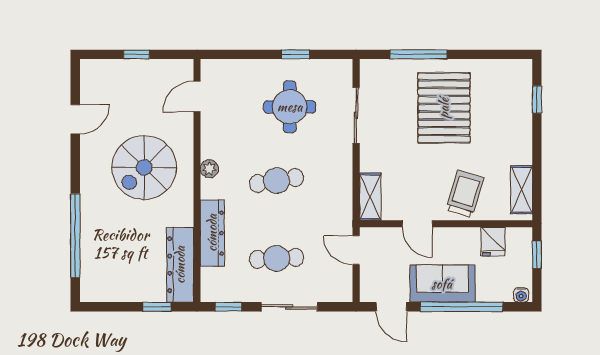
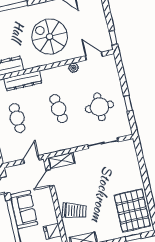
window: (136, 54) -> (113, 38), moved
window: (419, 54) -> (143, 169), removed
pallet: (444, 108) -> (132, 211), moved, turned 90
plant: (209, 169) -> (73, 68), moved
door: (417, 224) -> (50, 178), moved

